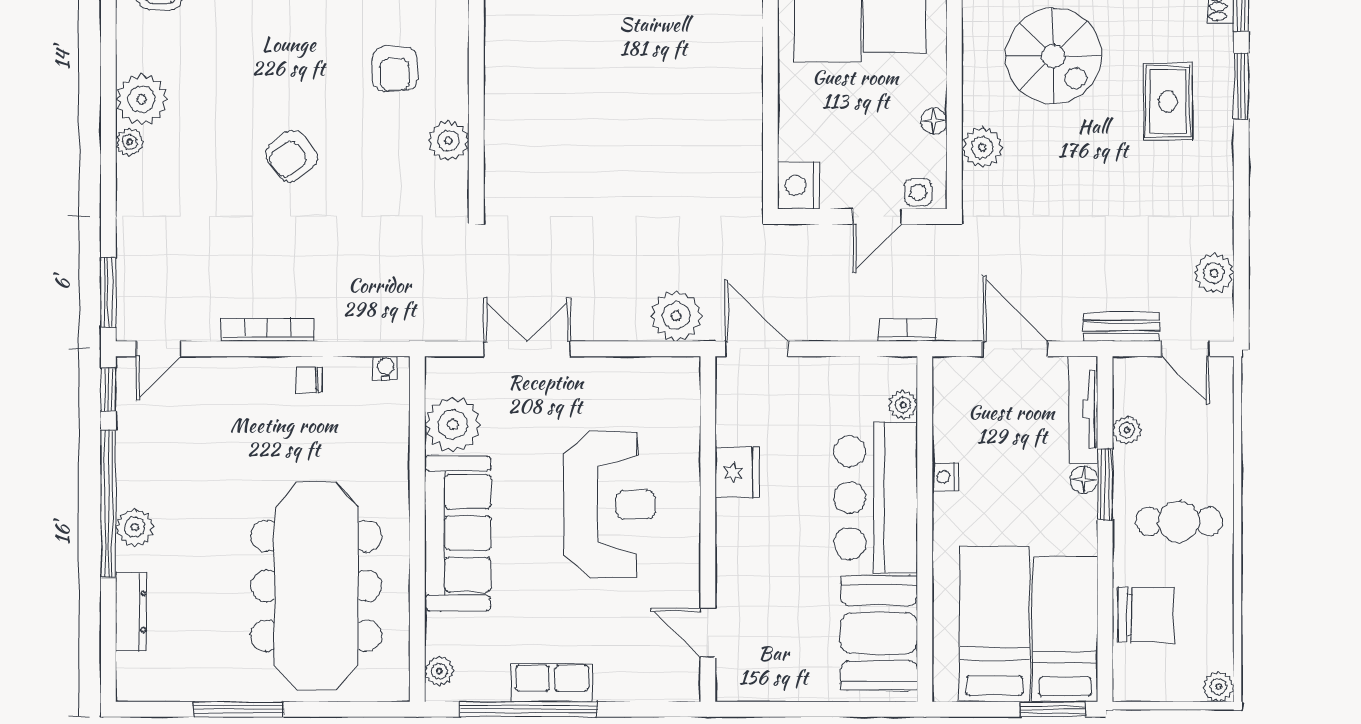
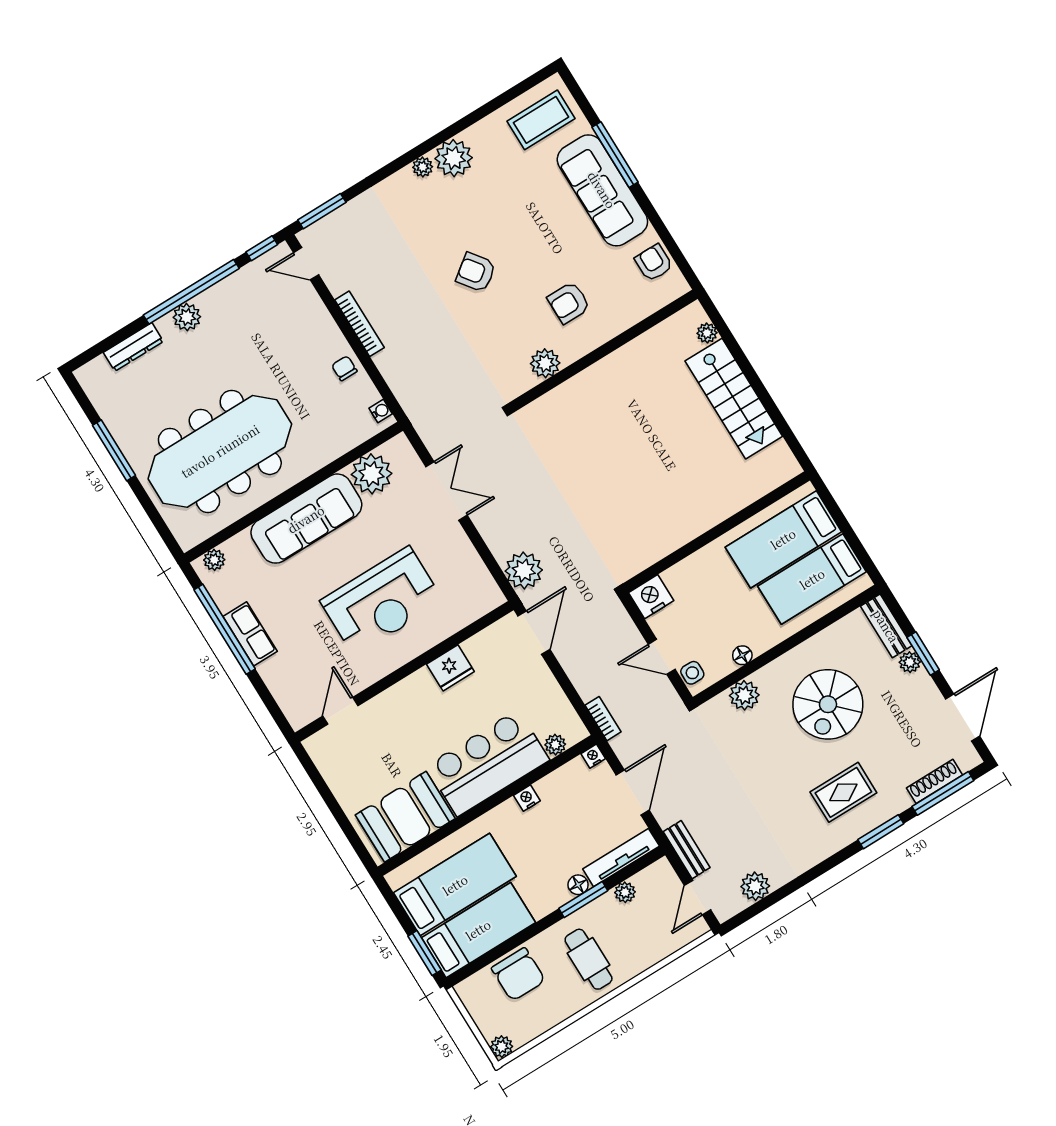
nightstand: (944, 369) -> (593, 756), added

